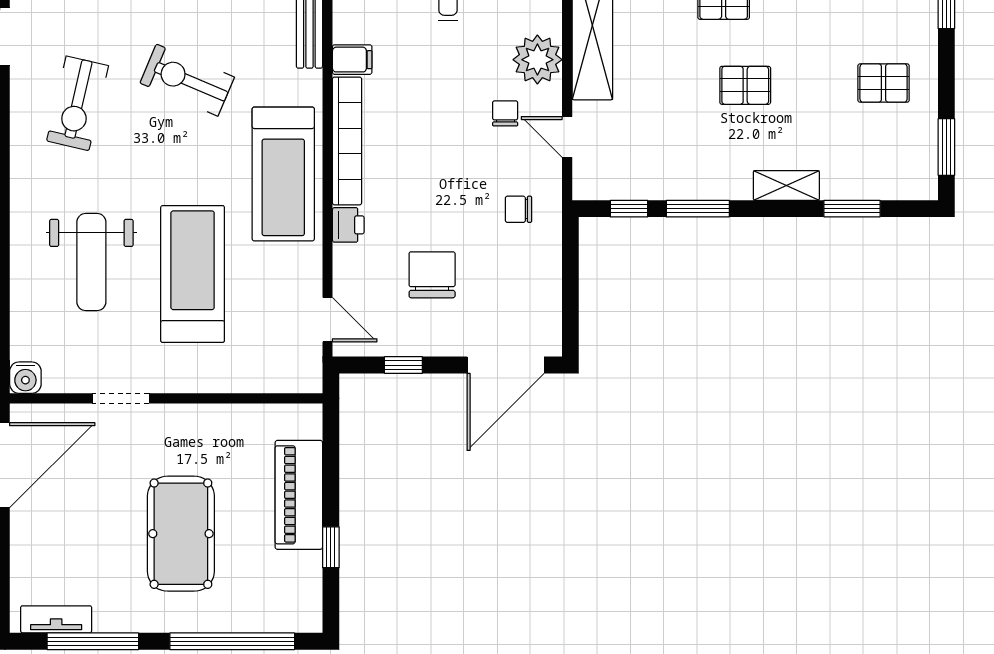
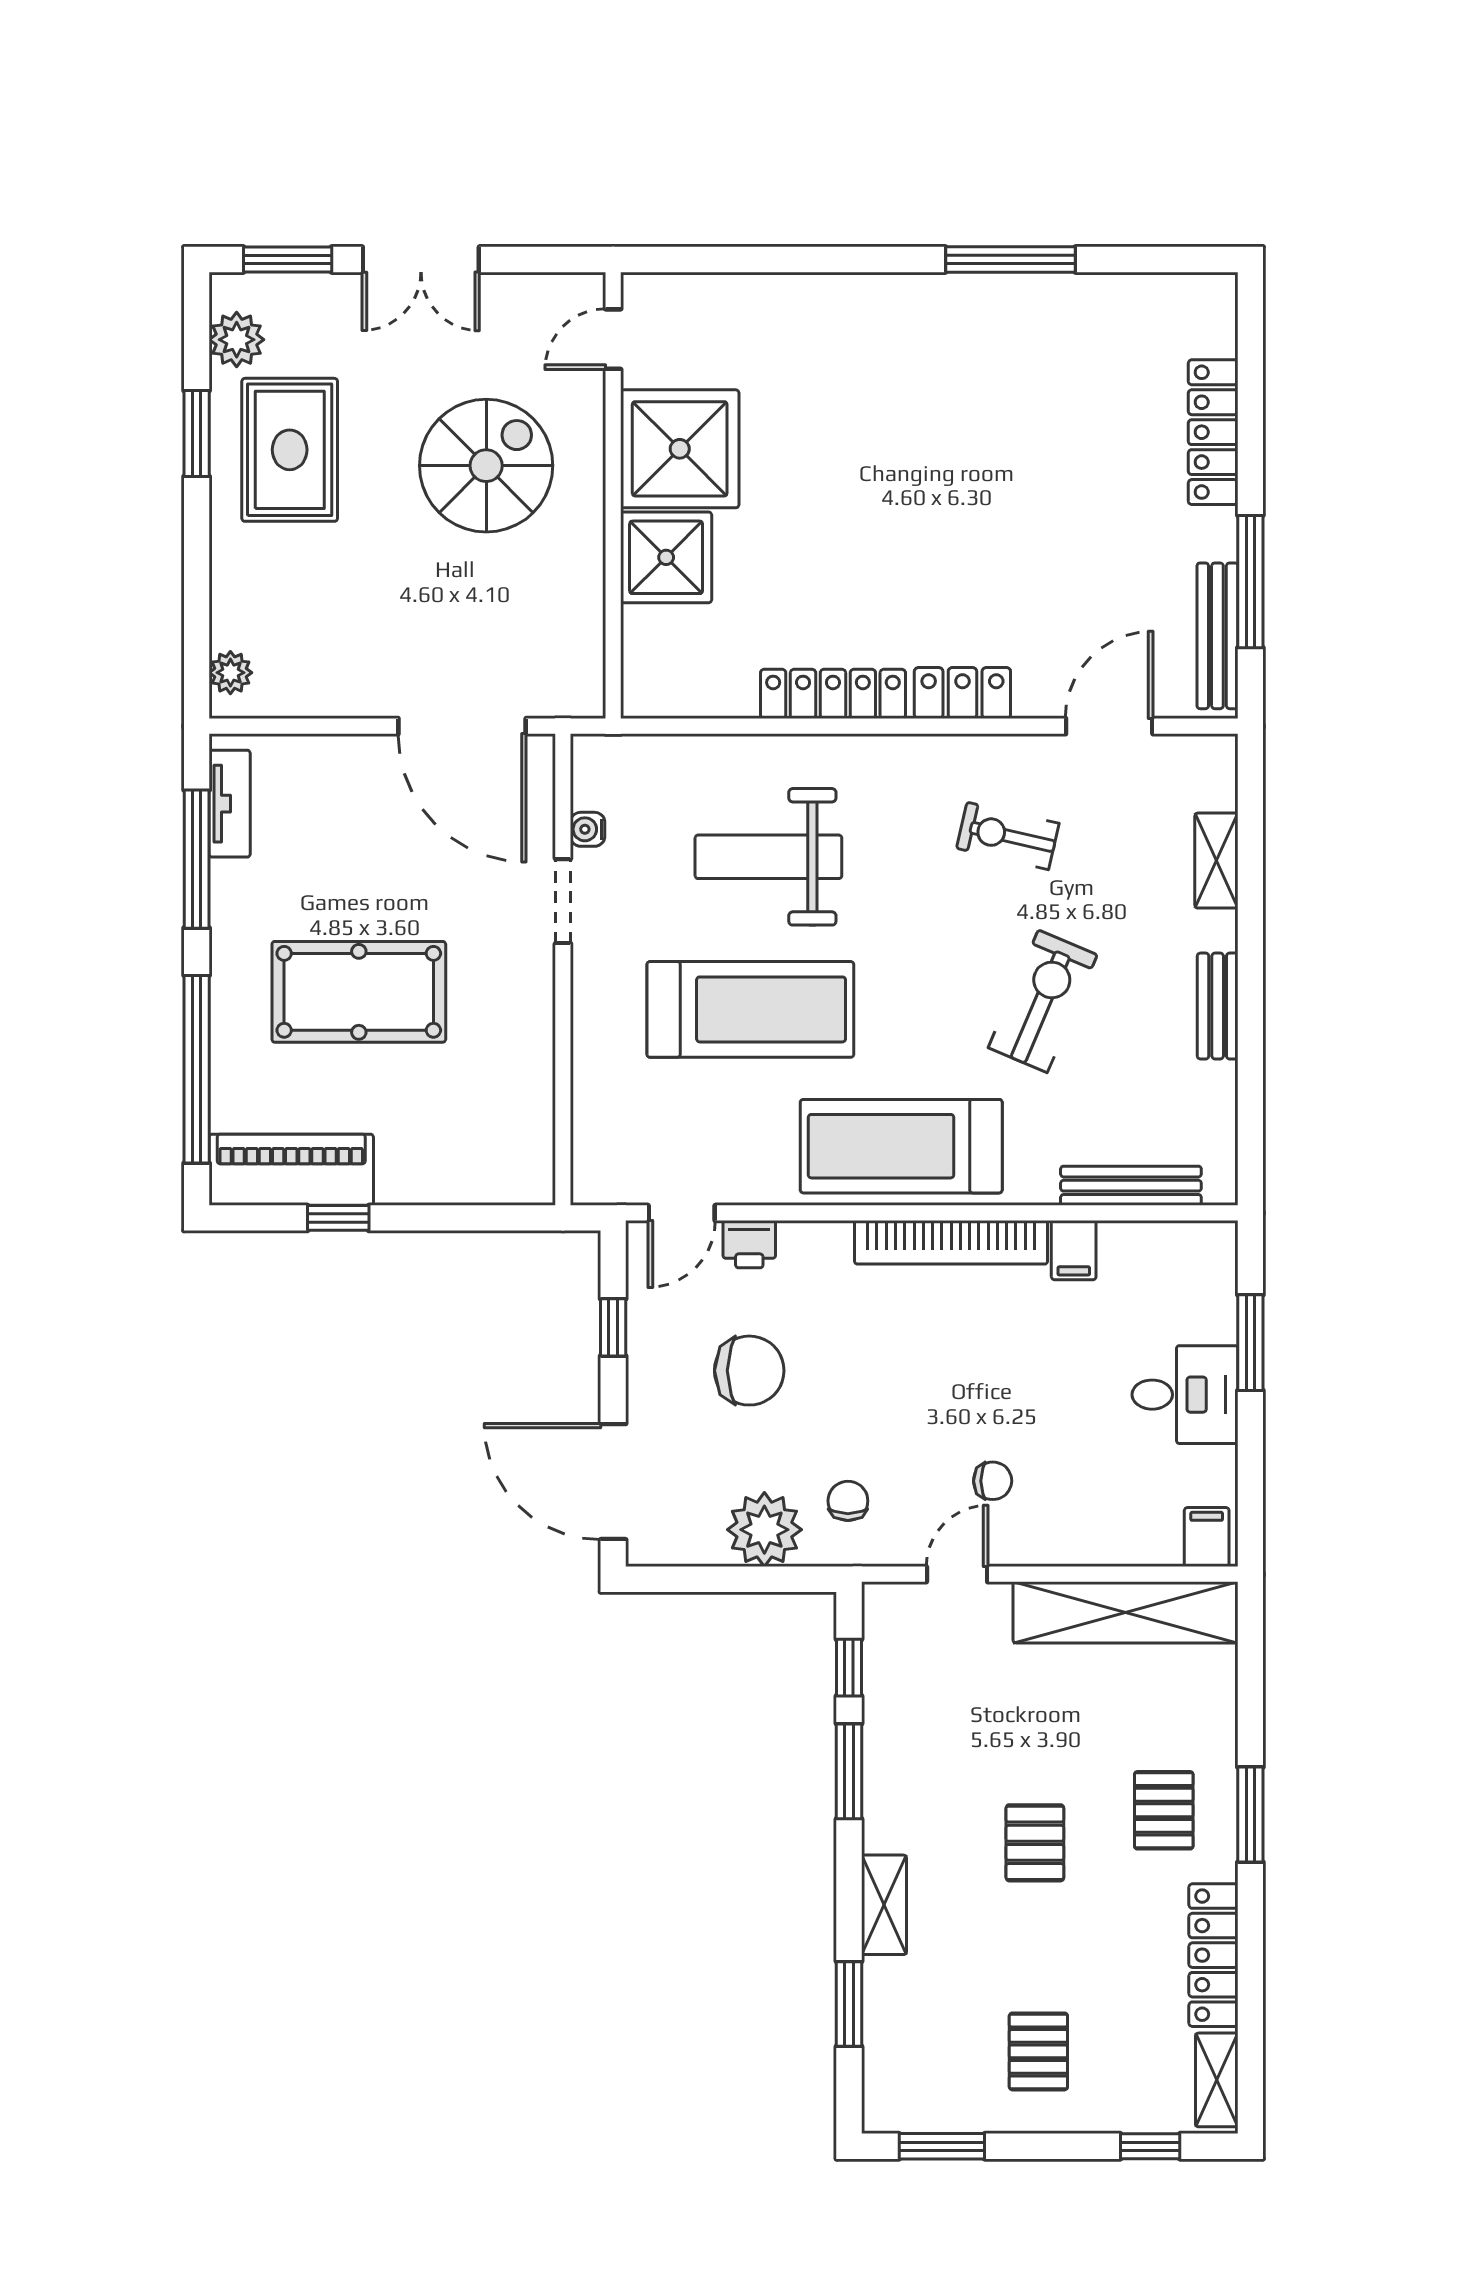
plant: (537, 60) -> (764, 1530), moved
exercise bike: (78, 103) -> (1008, 836), width x0.73, depth x0.72
printer: (348, 225) -> (749, 1244), moved
water cooler: (25, 378) -> (588, 829), moved, width x0.72, depth x0.72
piano: (299, 495) -> (291, 1170), moved

